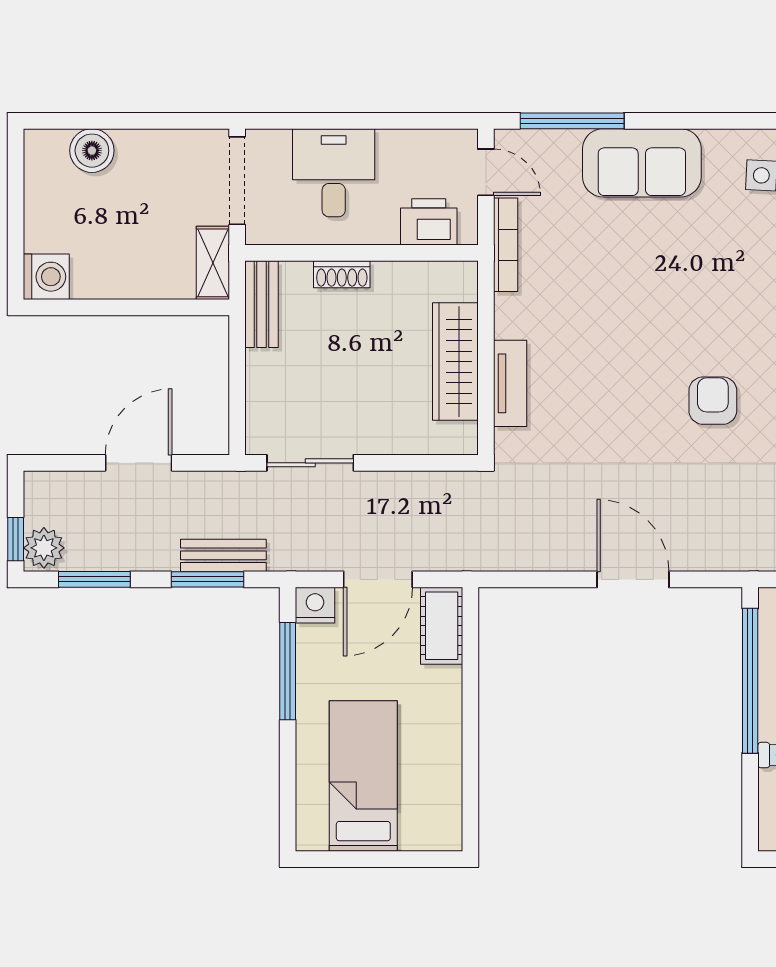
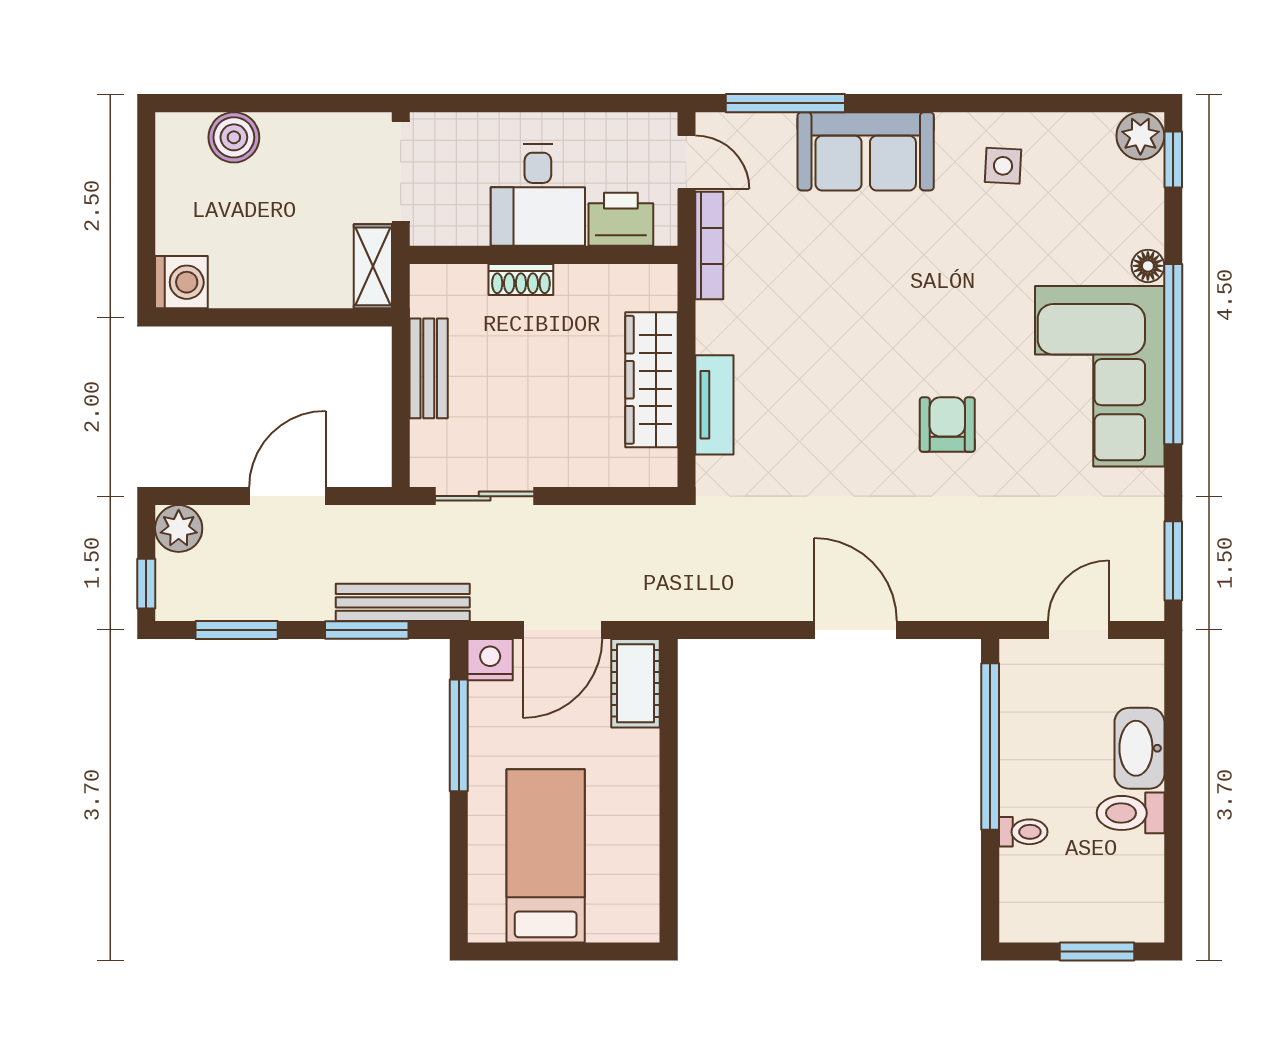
desk: (334, 173) -> (538, 195), moved, turned 180
bench: (261, 304) -> (429, 368), moved
plant: (44, 548) -> (179, 528), moved
bench: (223, 555) -> (403, 602), width x1.36

